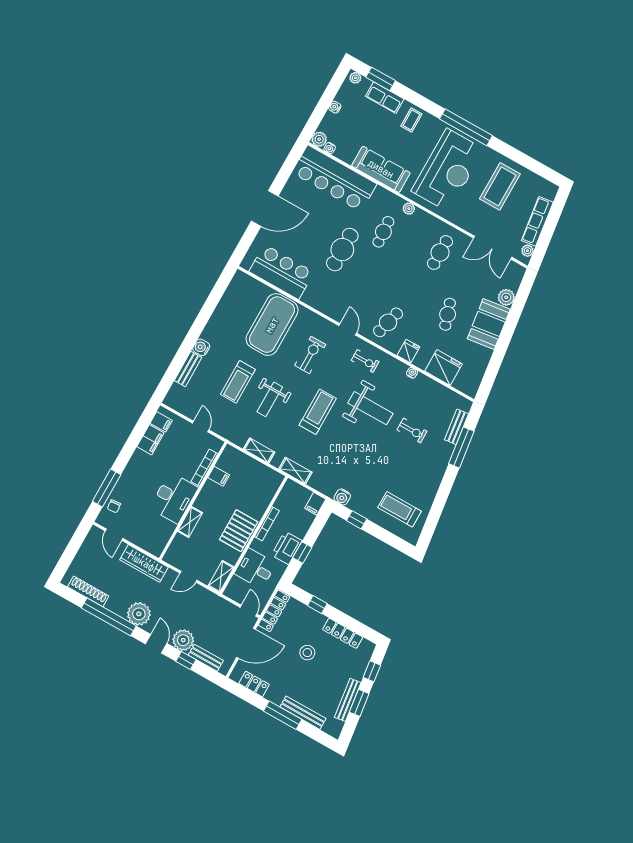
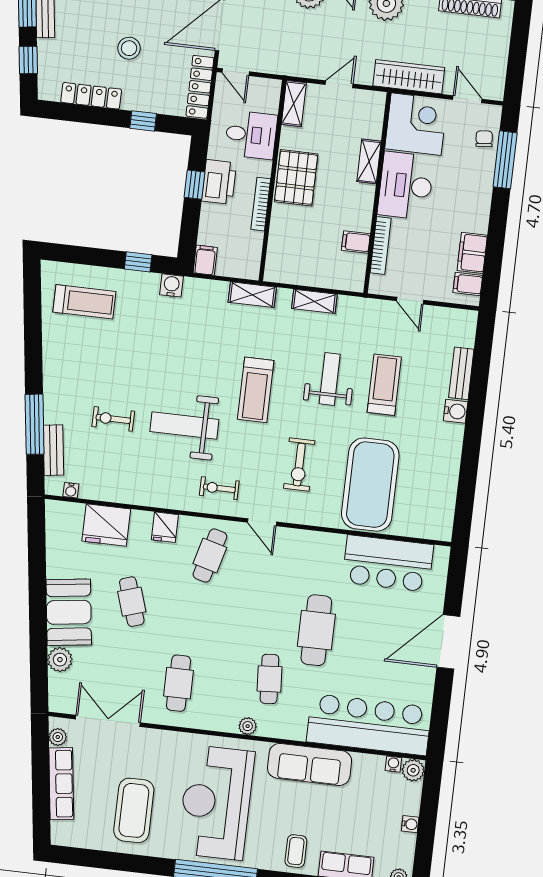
water cooler: (412, 373) -> (71, 490), moved
corner desk: (152, 533) -> (416, 124), added

